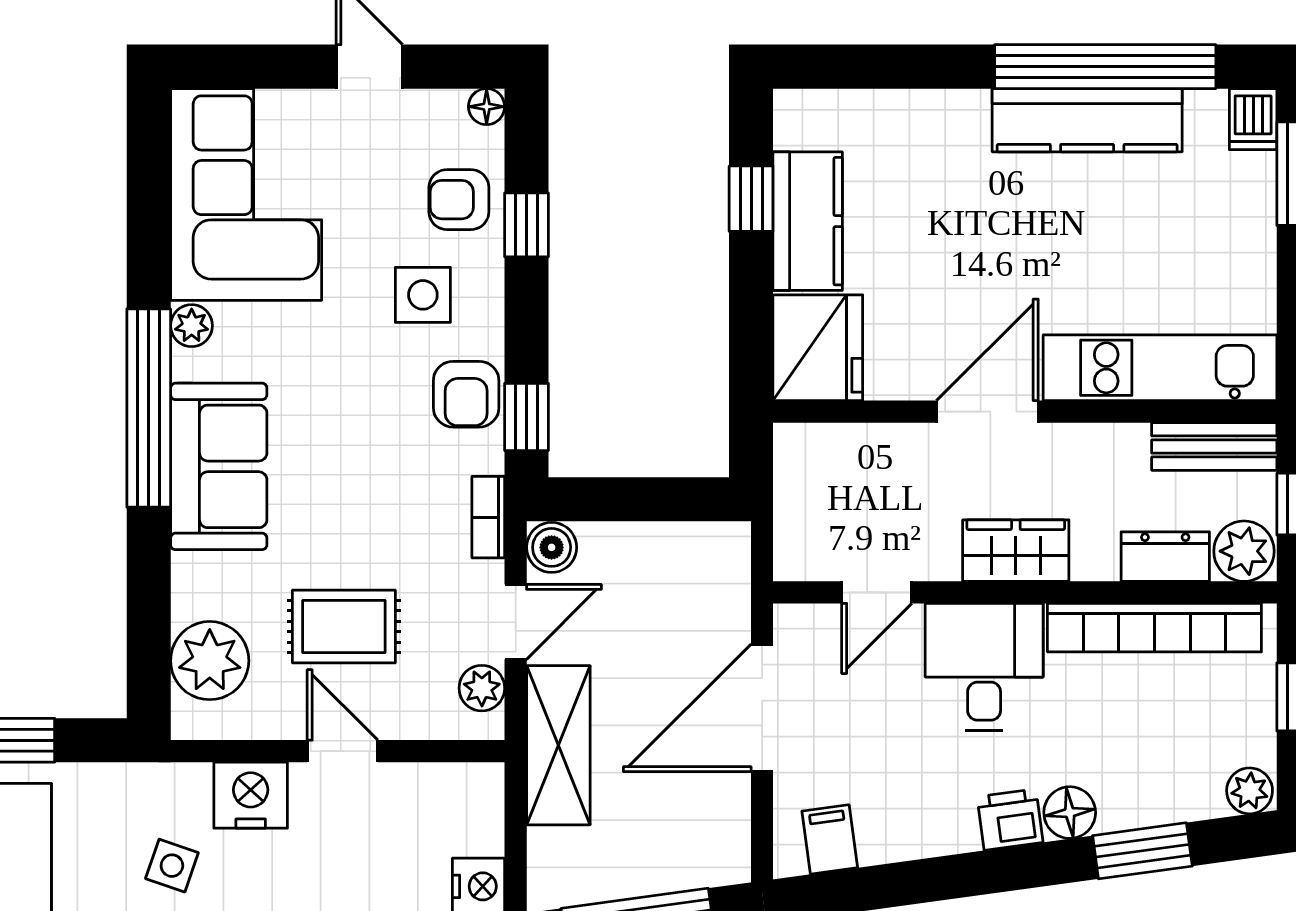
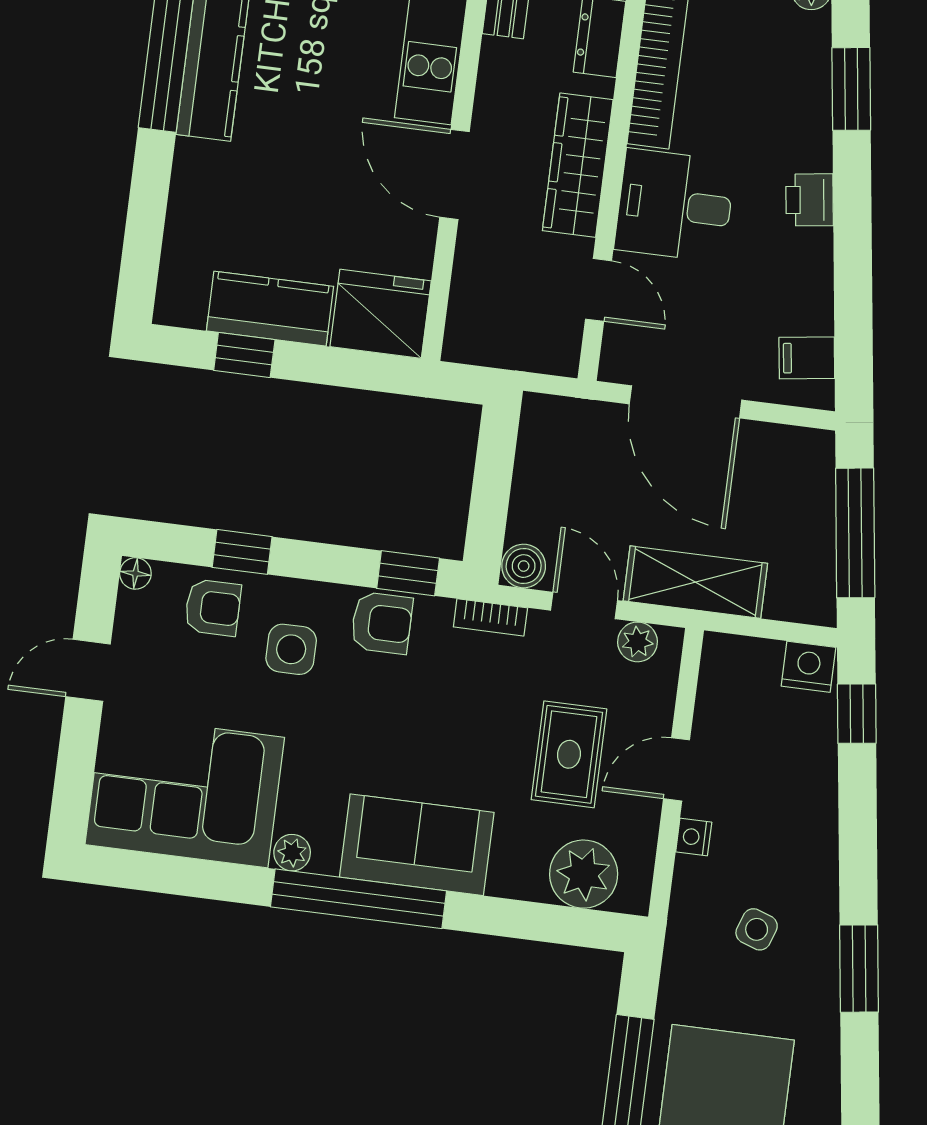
armchair: (459, 200) -> (213, 608), turned -90
wardrobe: (1016, 551) -> (578, 165), width x1.50
nightstand: (251, 795) -> (694, 837), width x0.53, depth x0.56
floor lamp: (1070, 813) -> (810, 148), removed

